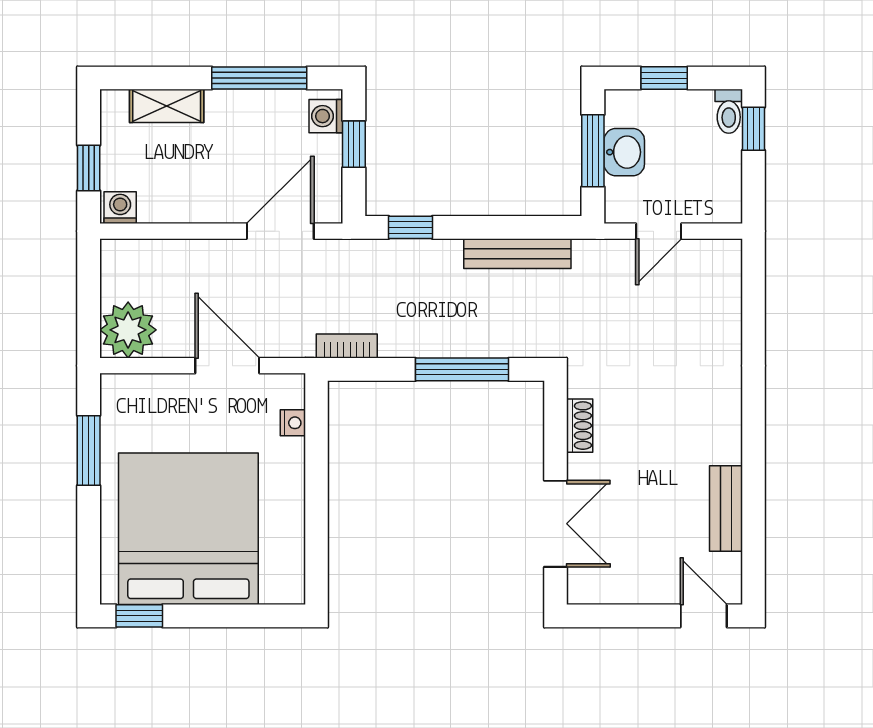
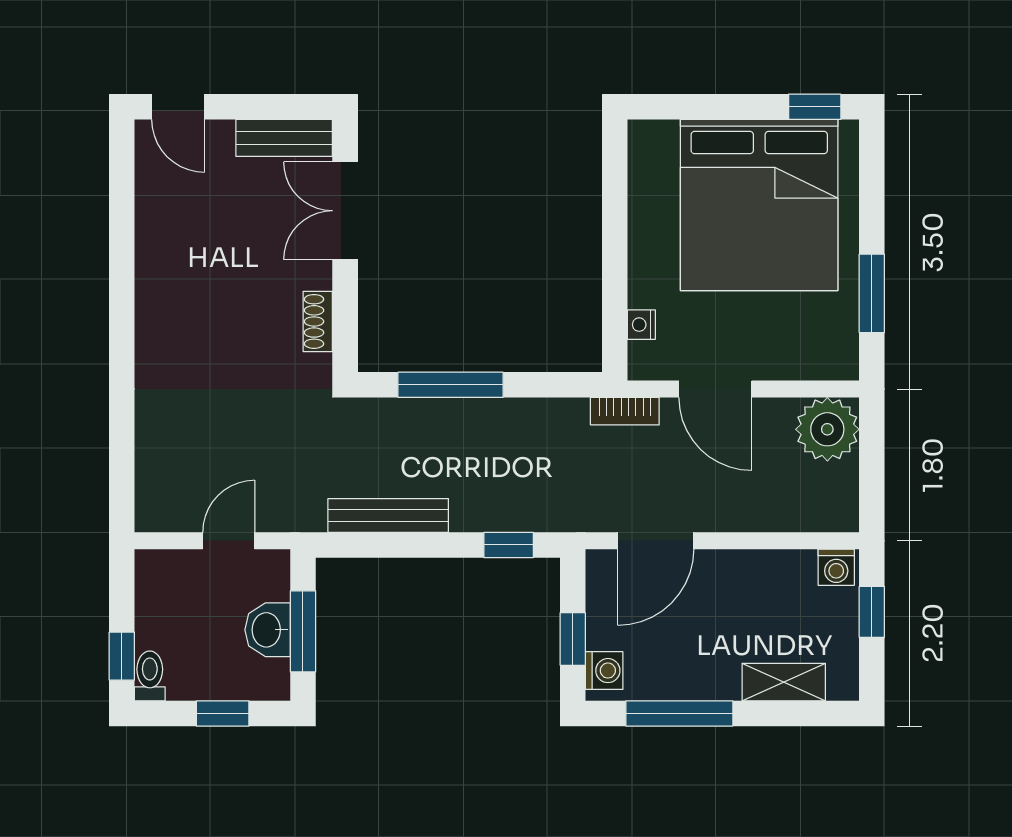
bookcase: (347, 346) -> (625, 411), moved
bench: (726, 508) -> (284, 138), moved, turned 90

